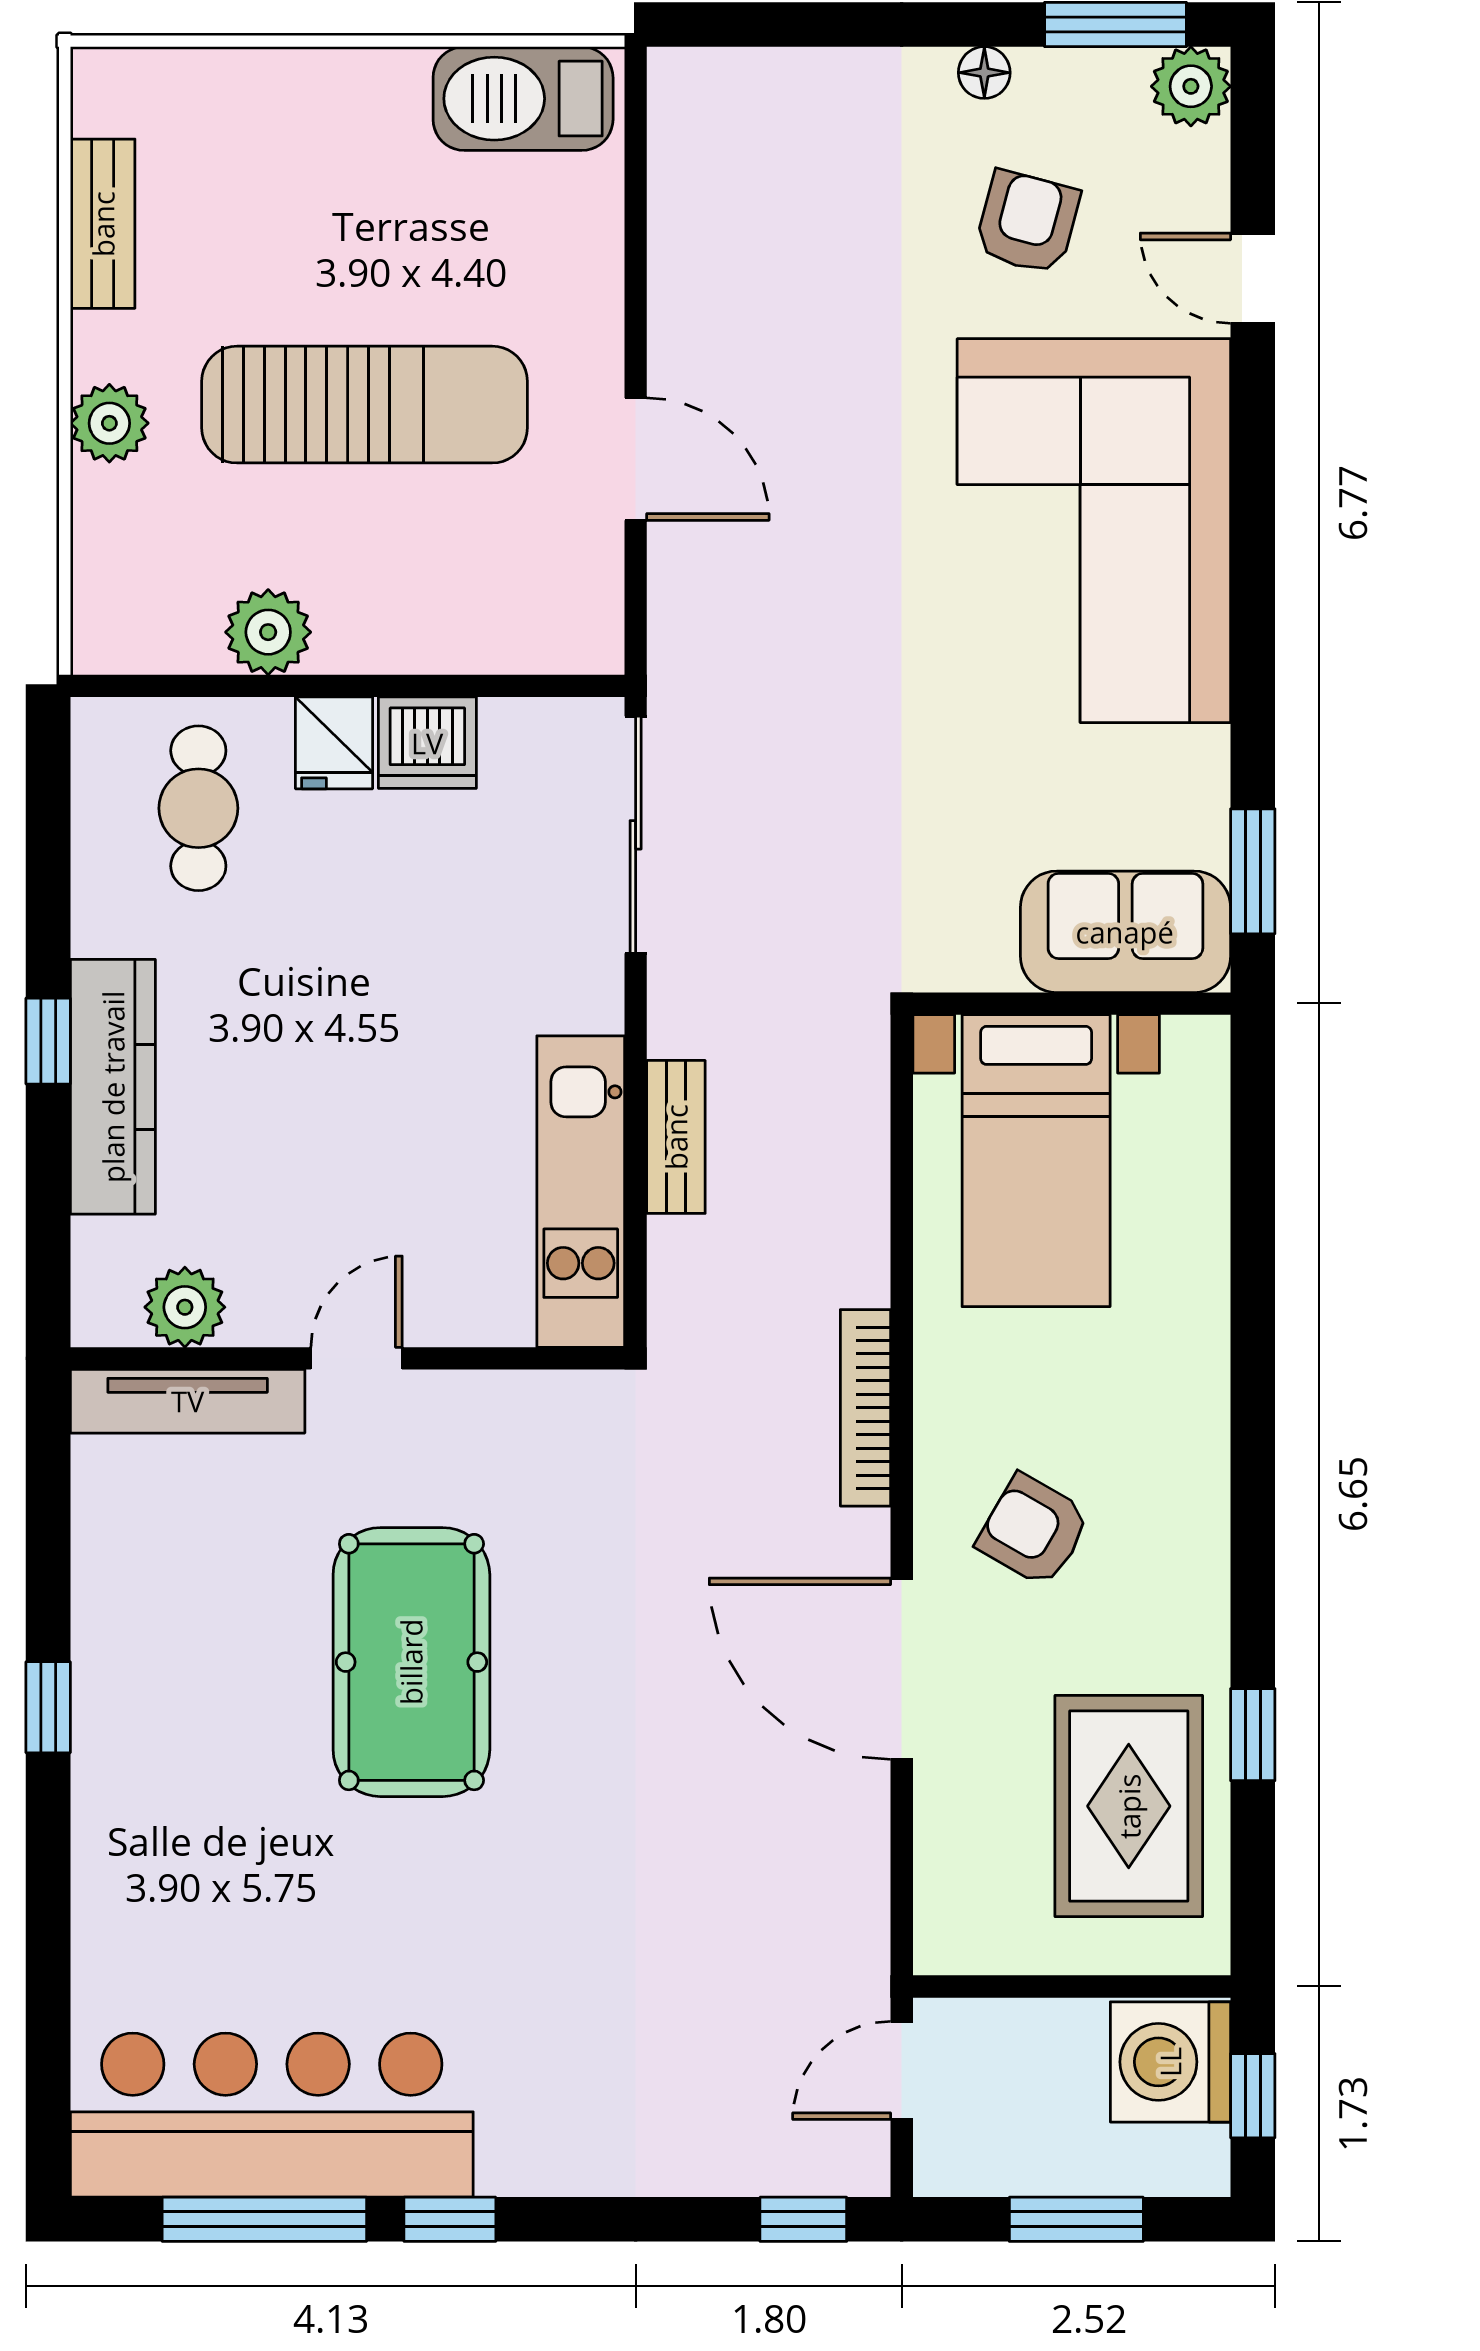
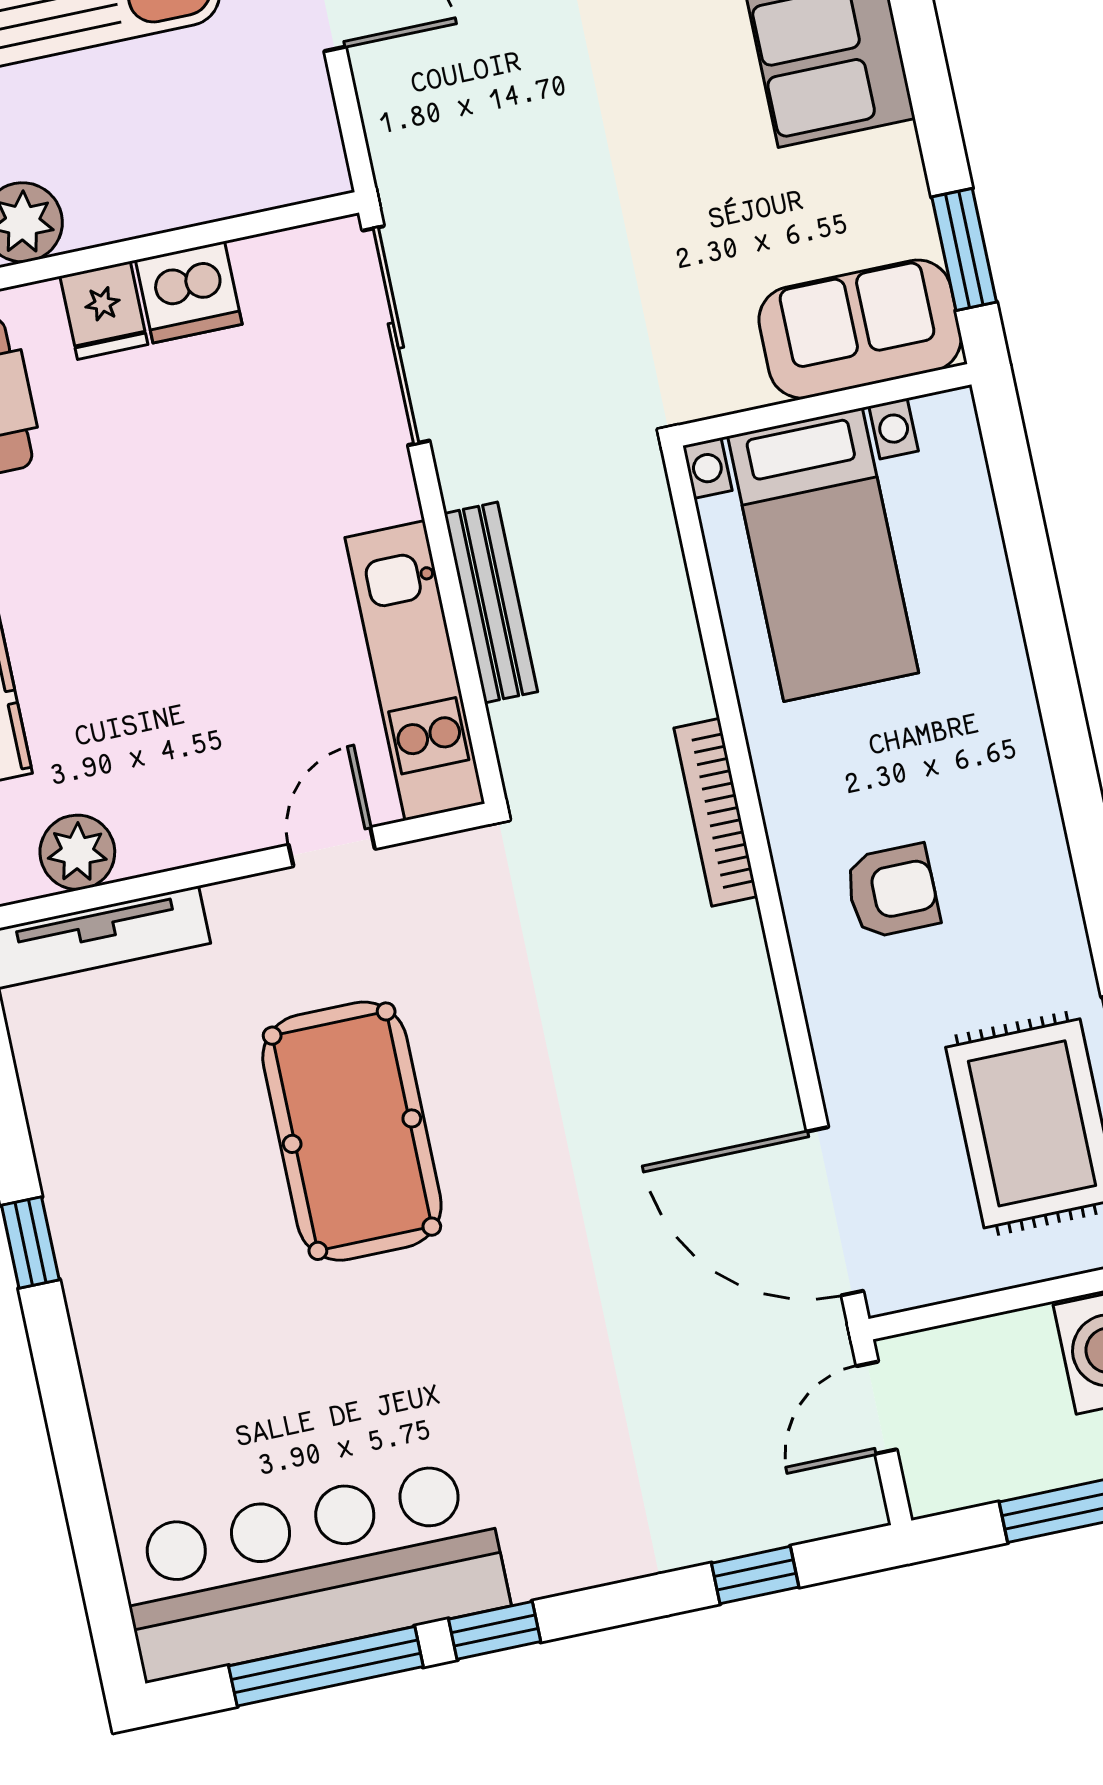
bench: (676, 1137) -> (491, 603), width x1.36
door: (357, 1358) -> (332, 847), moved
armchair: (1034, 1530) -> (892, 891), turned 150
door: (902, 1669) -> (835, 1211), moved
window: (803, 2219) -> (755, 1575), moved

